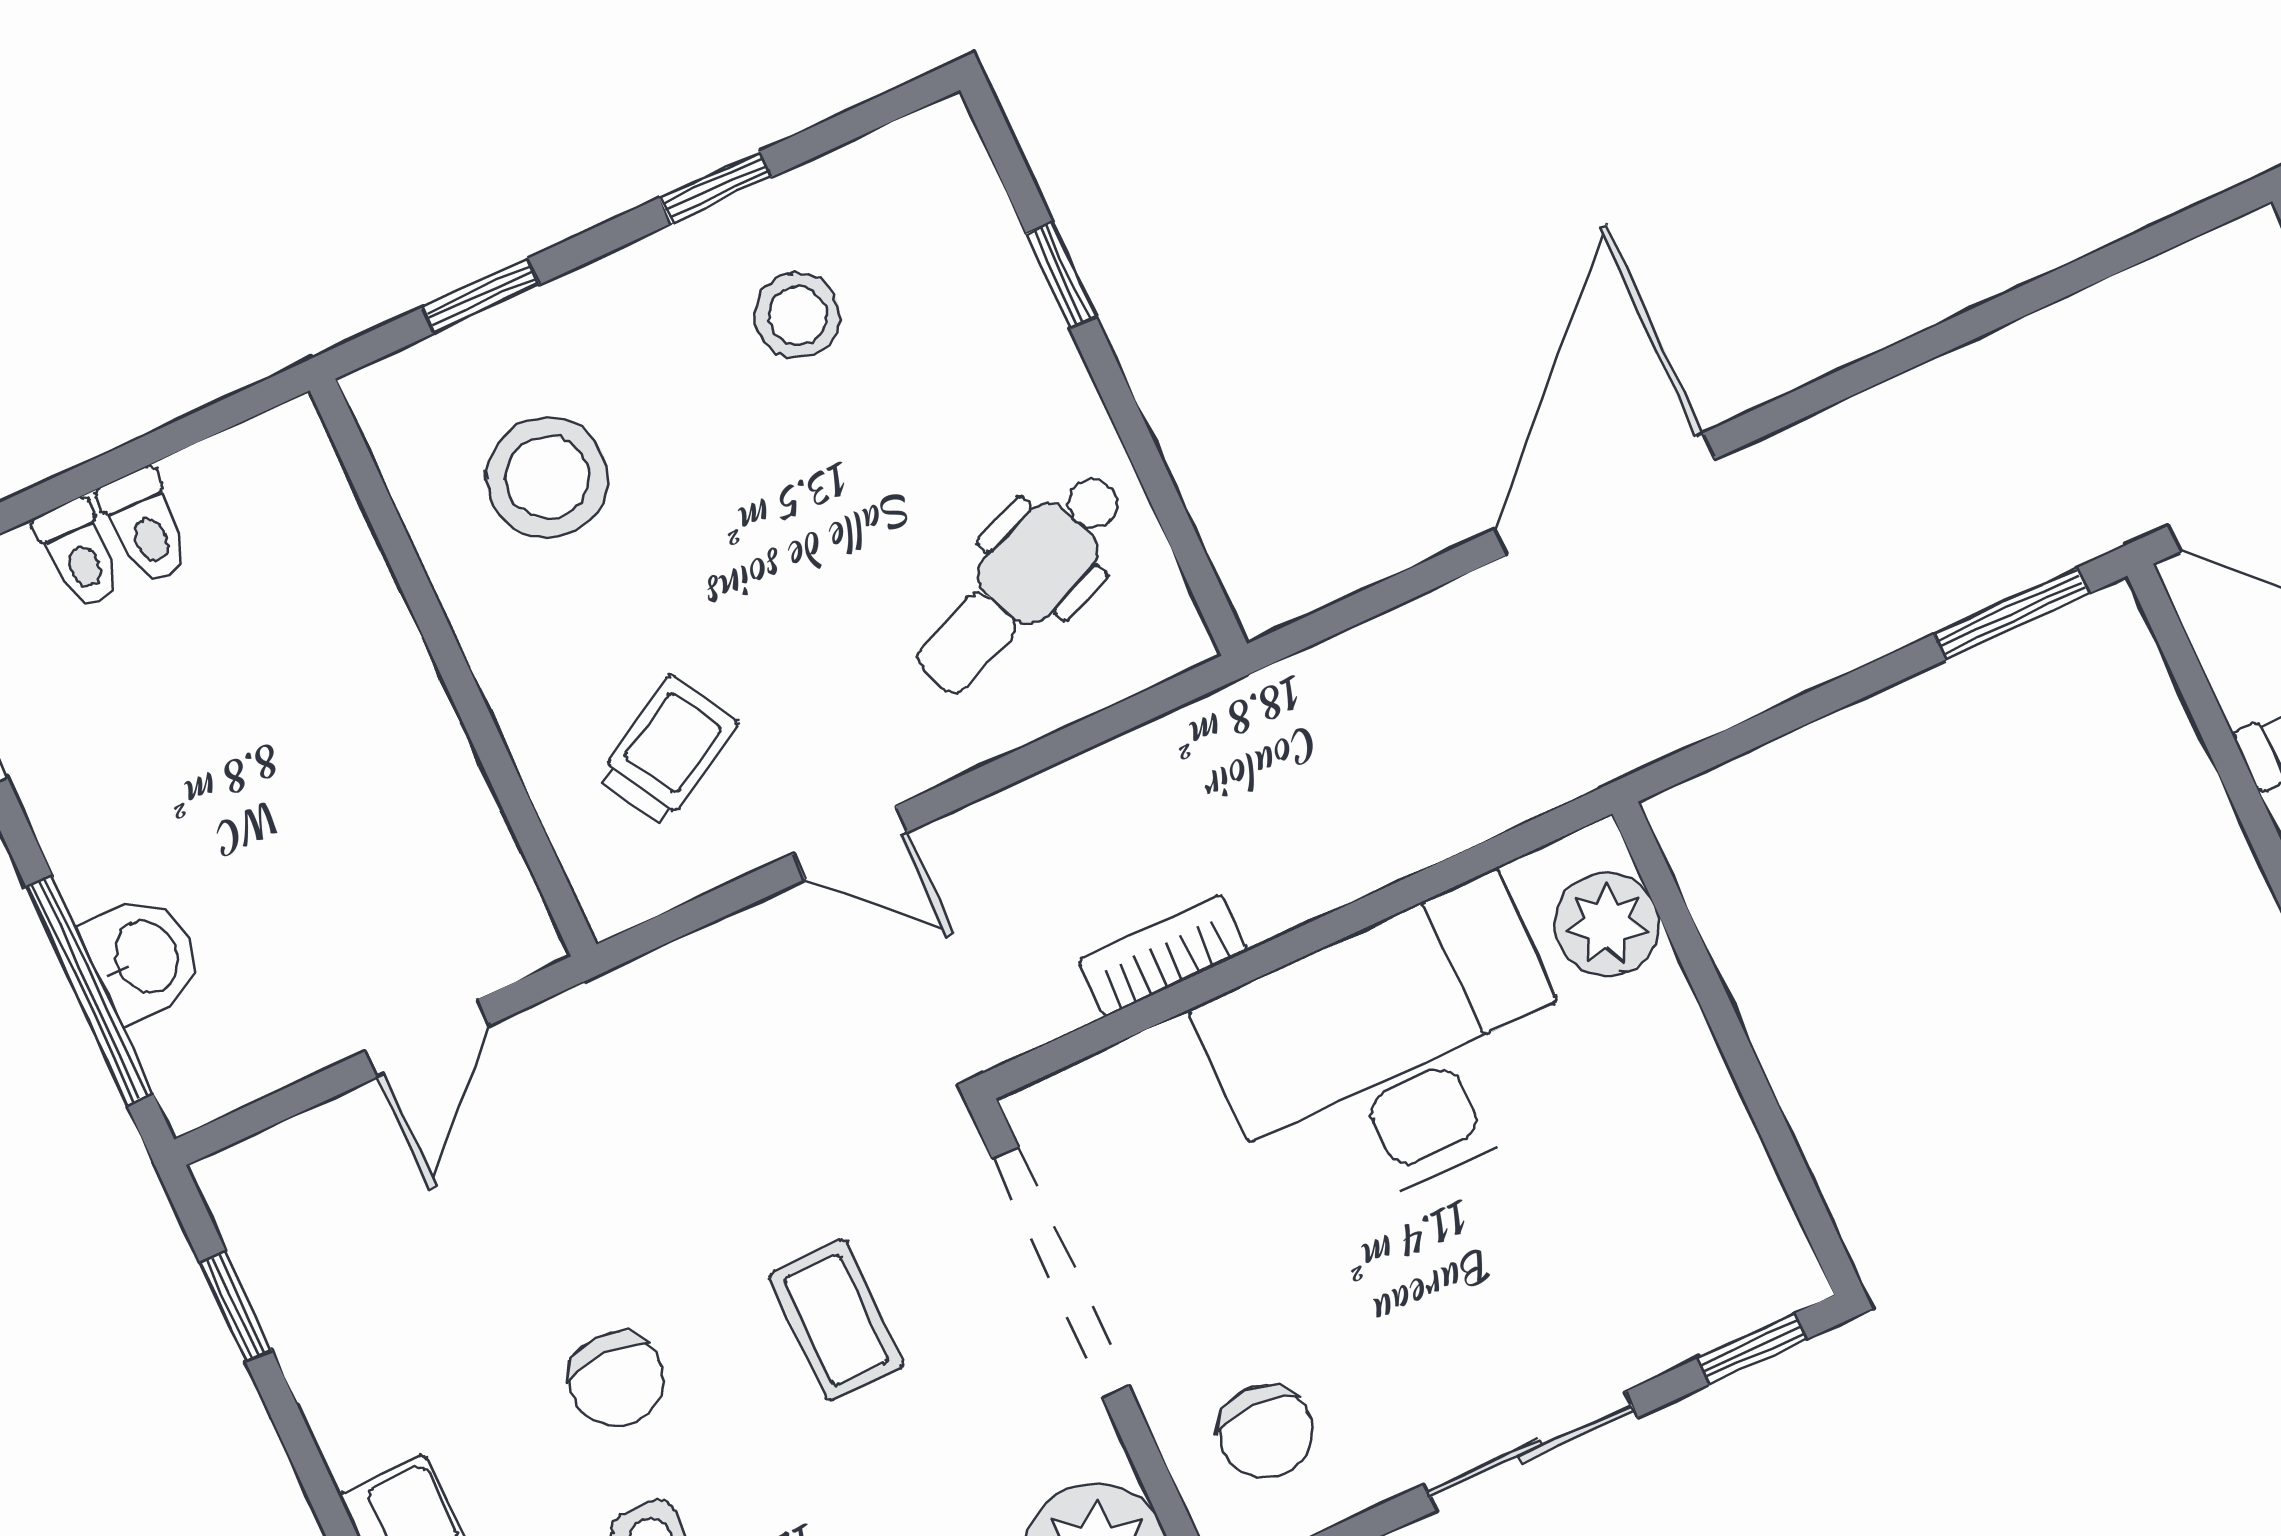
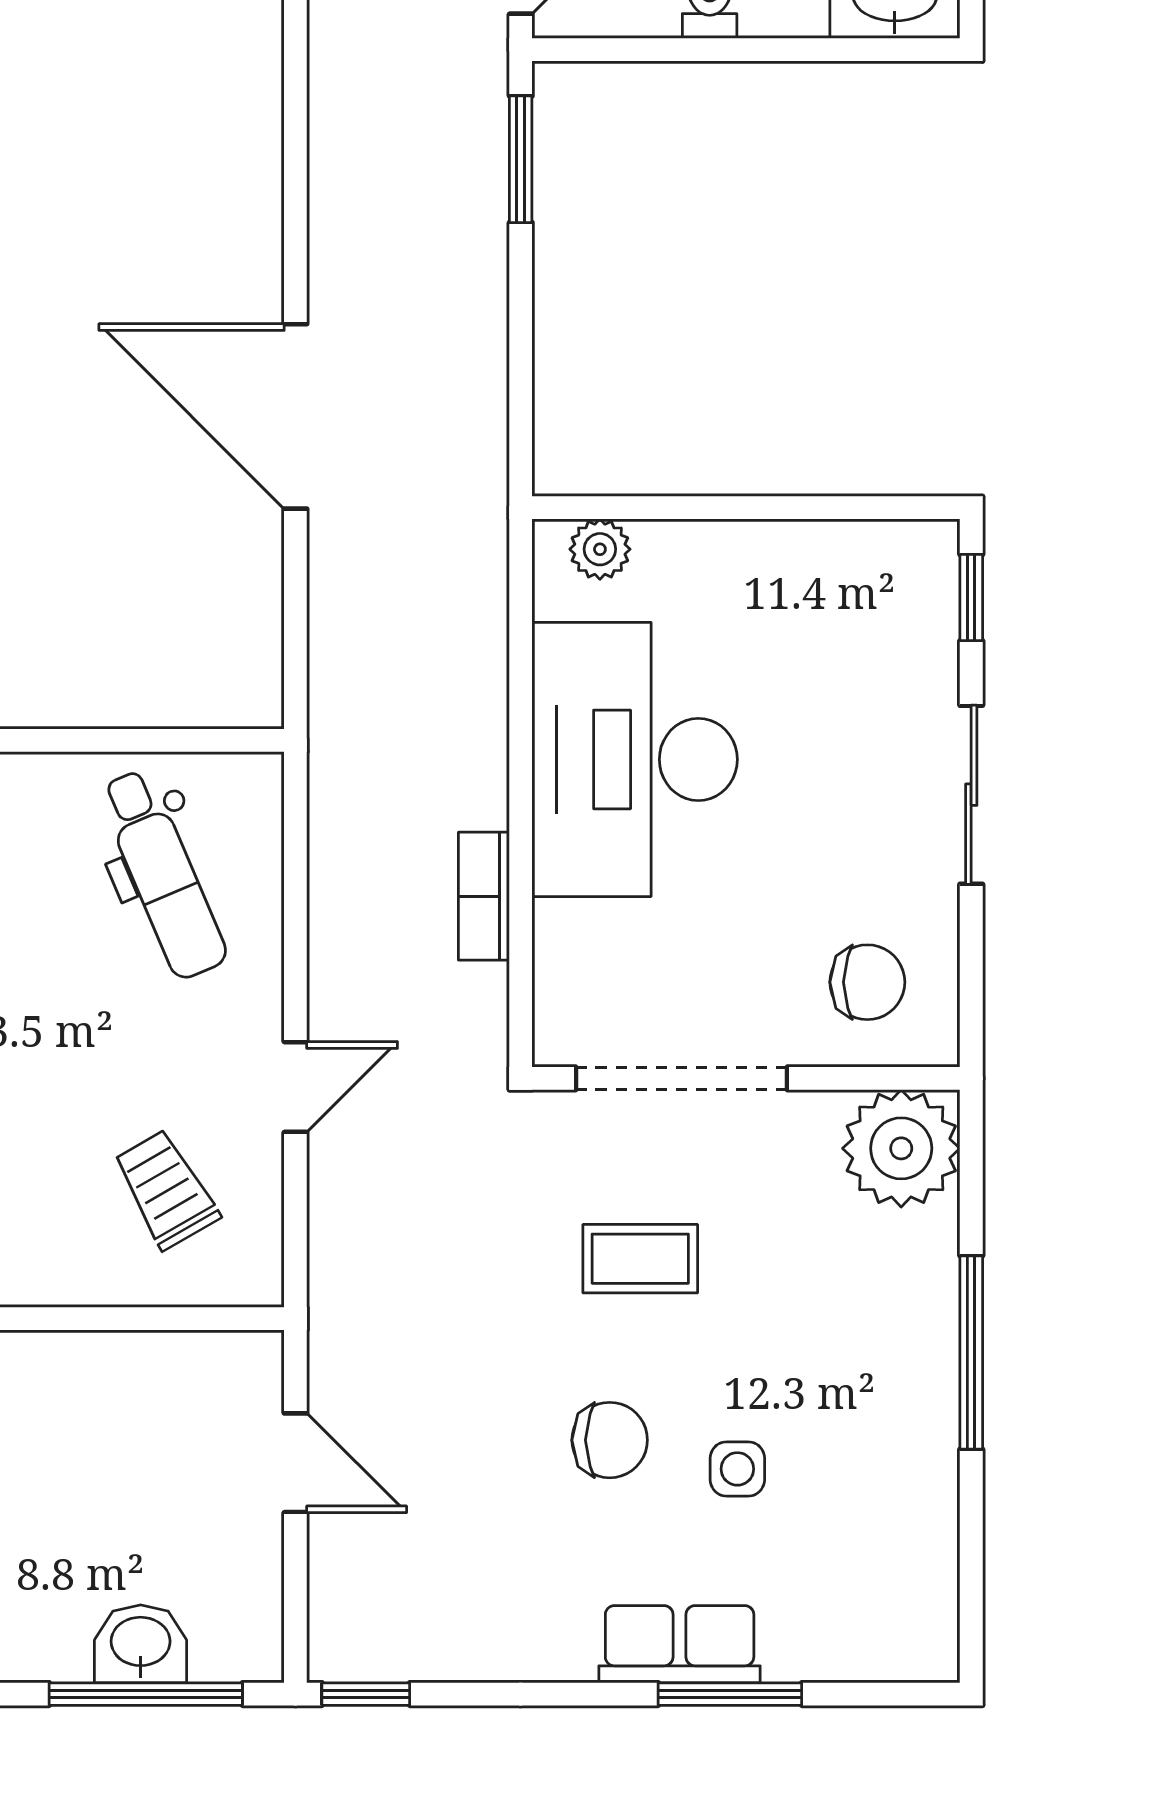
plant: (1607, 924) -> (600, 549), width x0.73, depth x0.73
window: (236, 1306) -> (366, 1694), moved

